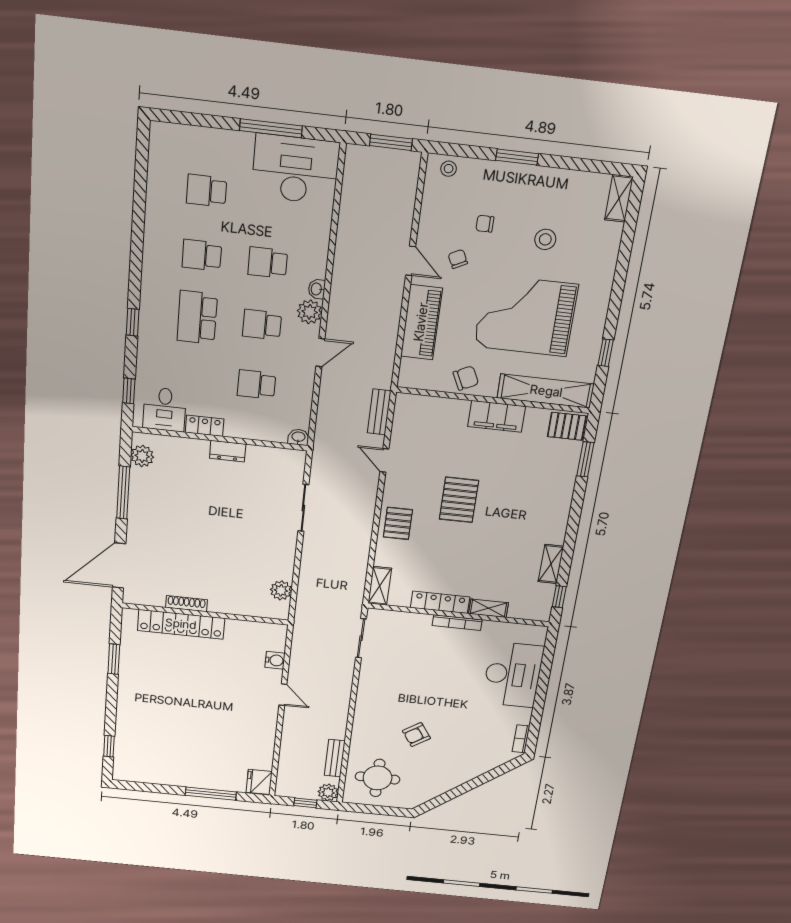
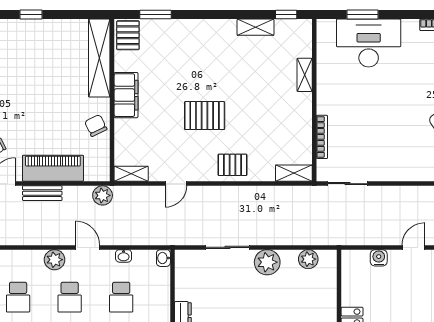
washbasin: (317, 289) -> (124, 256), moved
grand piano: (526, 316) -> (38, 85), removed
window: (606, 353) -> (31, 15), moved
plant: (381, 377) -> (103, 195), added
bench: (379, 412) -> (42, 193), moved
shelving: (402, 412) -> (131, 174), added
plant: (282, 548) -> (267, 262), added
locker: (440, 602) -> (304, 118), removed
bookcase: (457, 623) -> (322, 137), moved
window: (545, 672) -> (362, 15), added

